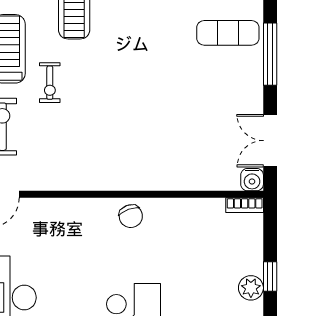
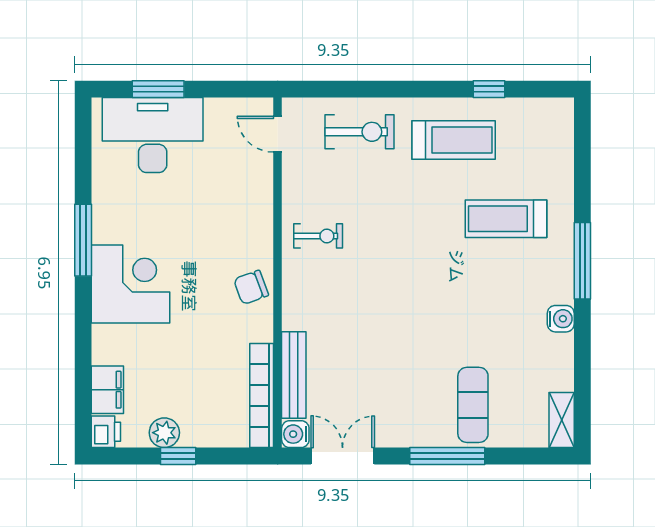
exercise bike: (50, 83) -> (318, 236), moved, turned 180
bench: (203, 181) -> (294, 375), added
bookcase: (245, 205) -> (262, 396), width x2.31, depth x1.31

